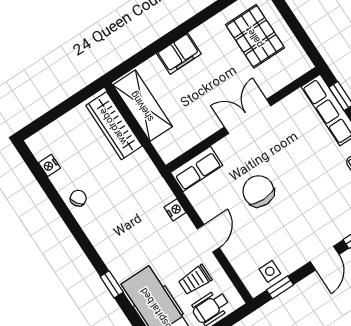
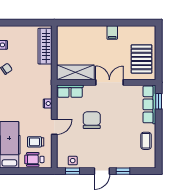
pallet: (255, 36) -> (142, 59), moved
filing cabinet: (179, 54) -> (112, 33), moved, width x0.50
shelving: (143, 106) -> (75, 72), moved, turned 90

